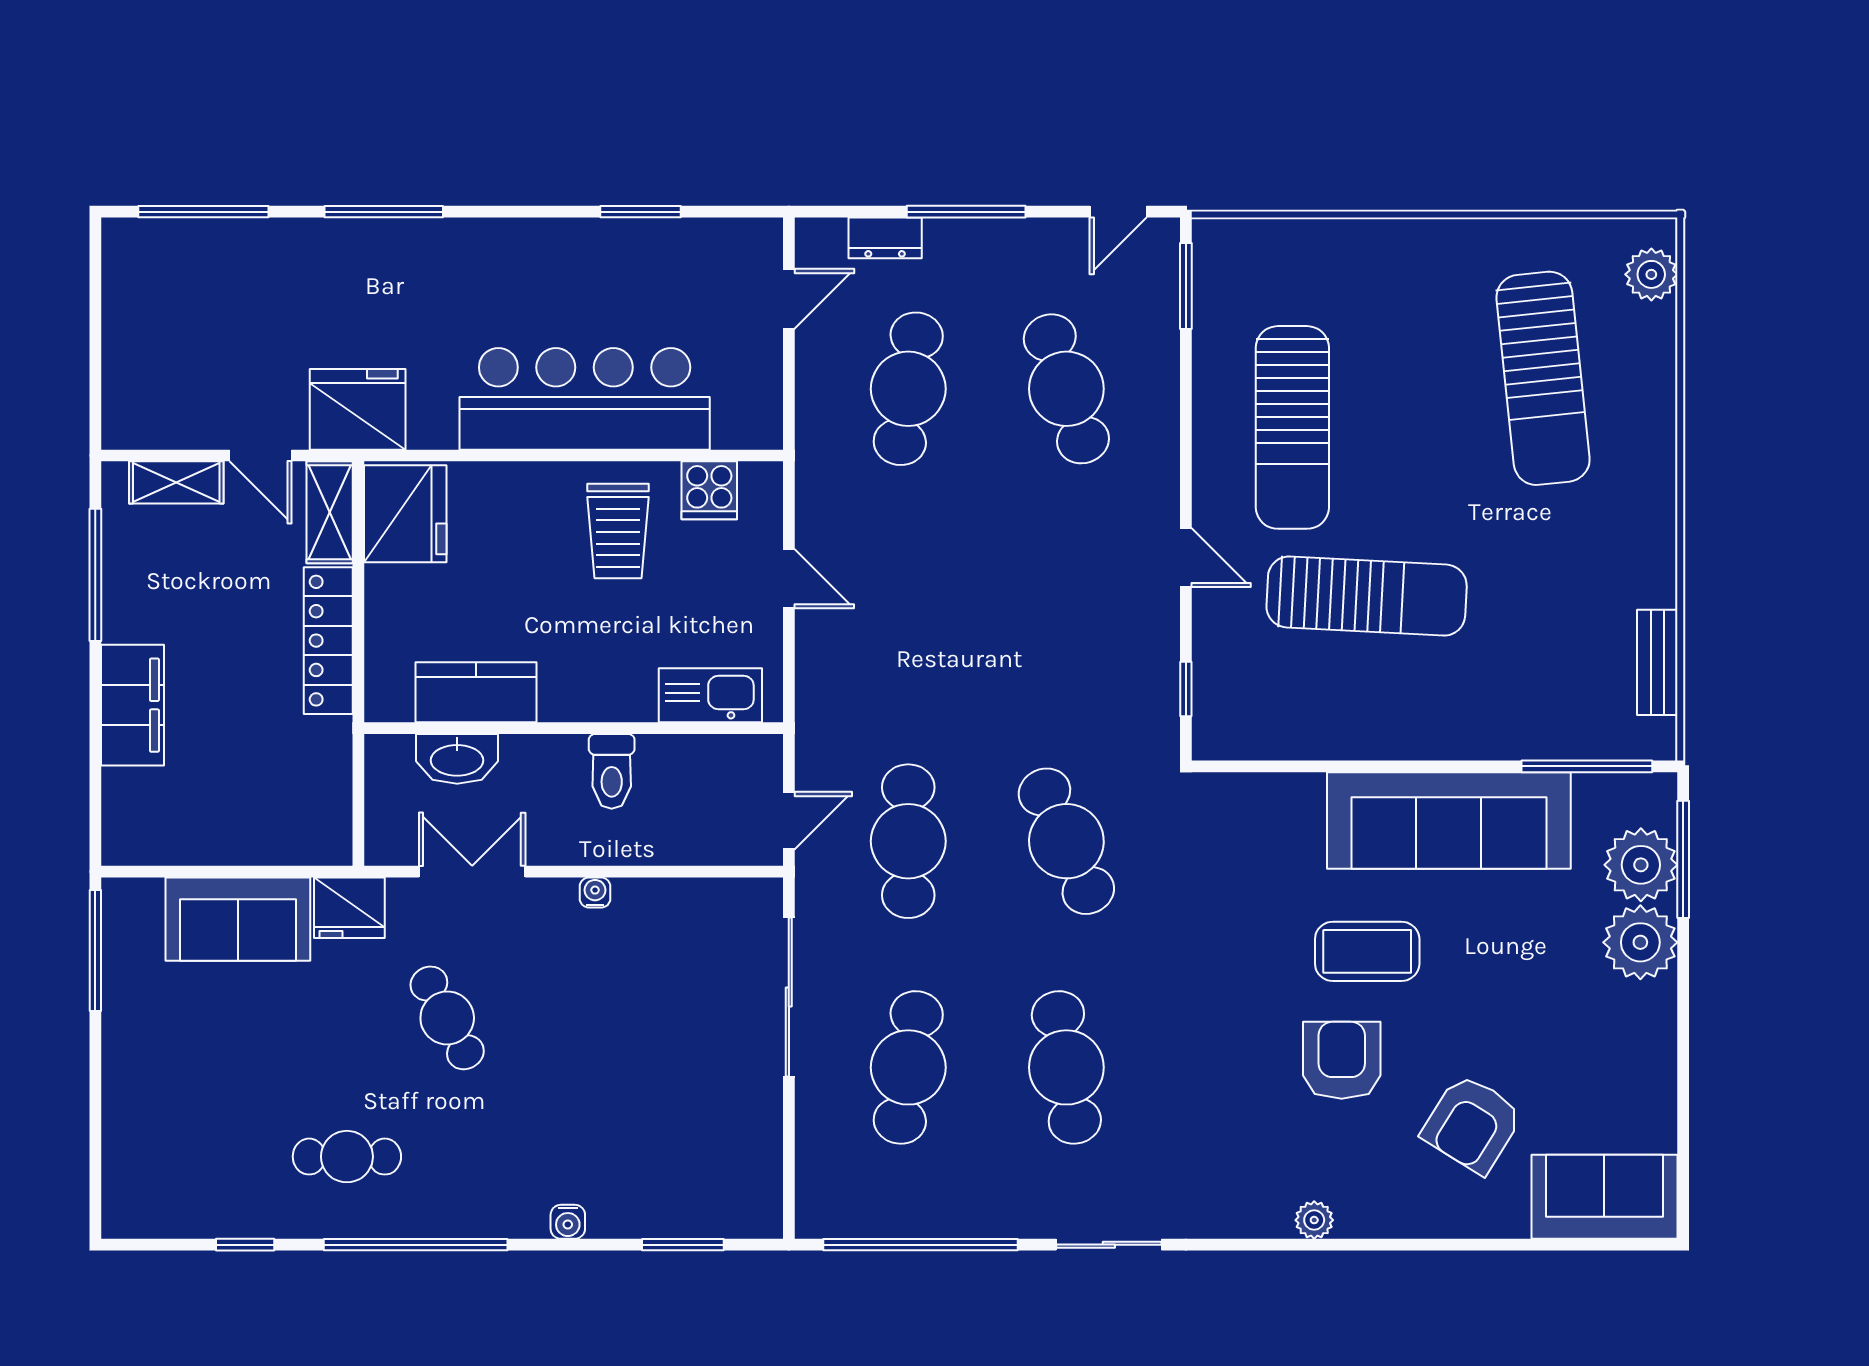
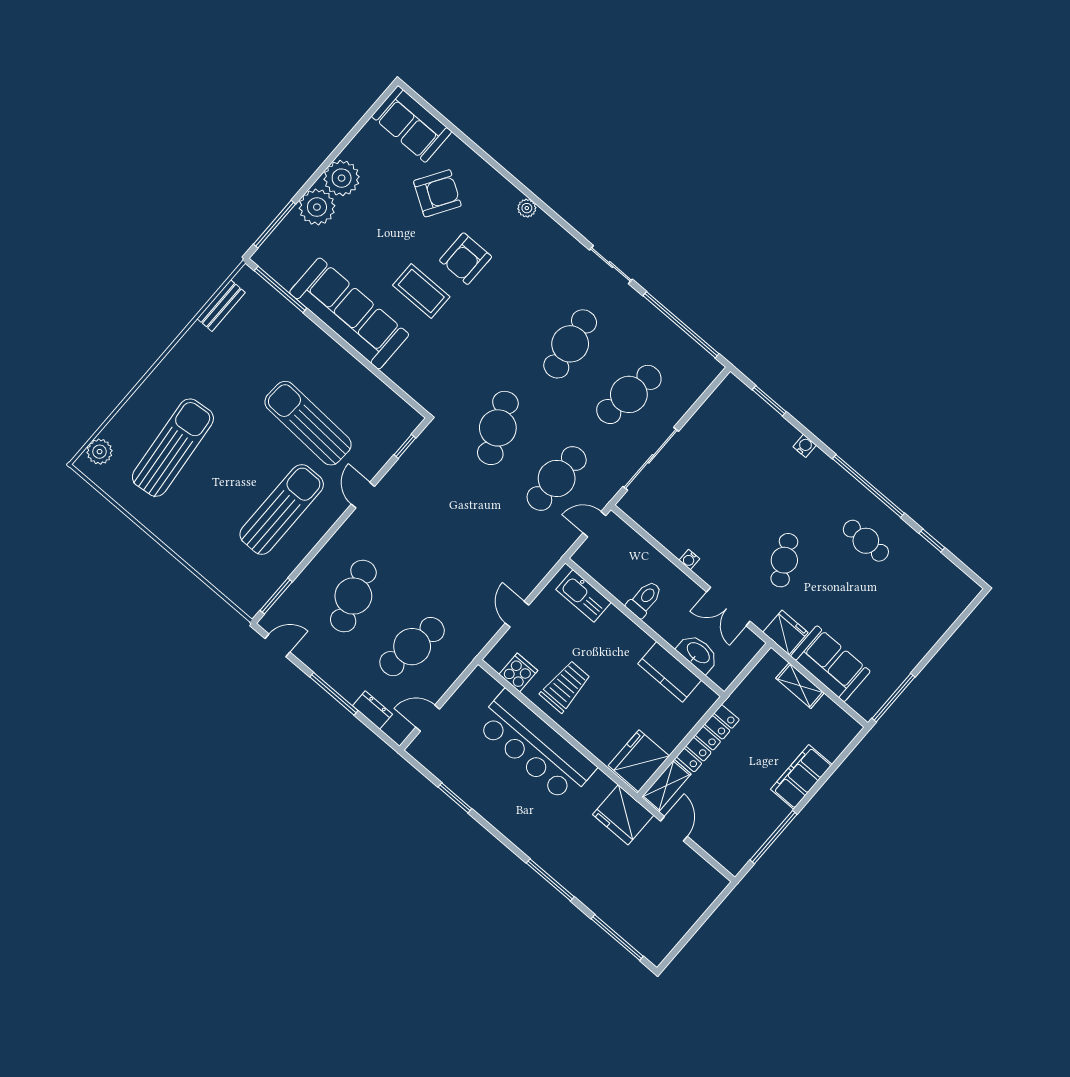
shelving: (176, 482) -> (800, 686), moved
plant: (1641, 865) -> (342, 178), moved

